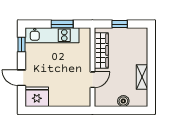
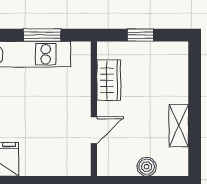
wardrobe: (101, 50) -> (109, 80), width x0.67

